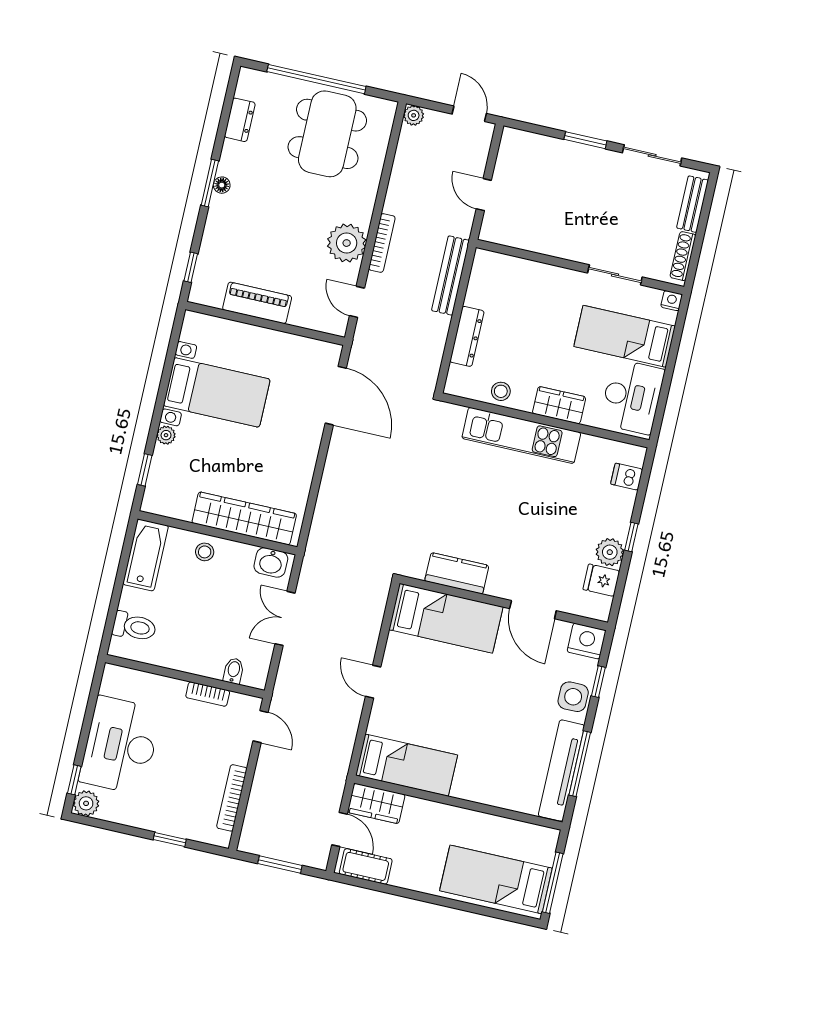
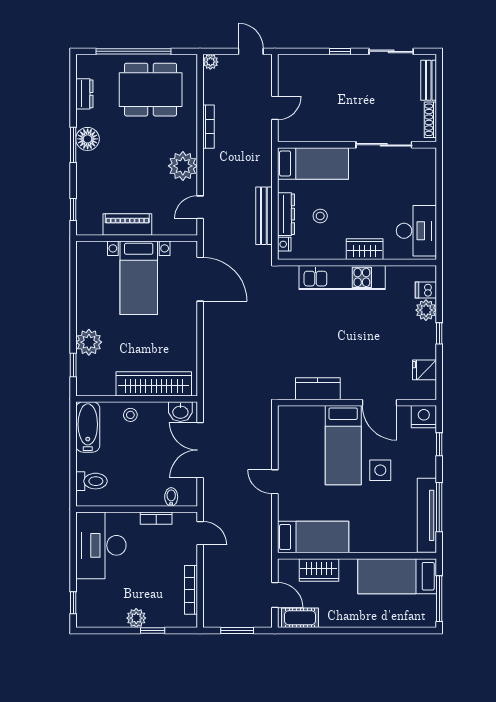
dining table: (327, 134) -> (151, 90), turned 90
window: (585, 140) -> (340, 51), width x0.67
floor lamp: (222, 185) -> (88, 139), width x1.89, depth x1.89
door: (484, 195) -> (275, 108), swing flipped
bookcase: (382, 243) -> (208, 127), moved
bench: (450, 275) -> (264, 216), moved
sliding door: (615, 275) -> (384, 145), width x1.37
nightstand: (672, 301) -> (284, 244), moved, turned -90
door: (357, 302) -> (200, 207), hinge flipped
bed: (625, 336) -> (313, 163), moved, turned 180
stool: (501, 391) -> (320, 216), moved
bed with nightstands: (217, 392) -> (139, 278), moved, turned 90
plant: (166, 435) -> (89, 342), width x1.87, depth x1.87
plant: (610, 552) -> (426, 310), moved
double door: (285, 618) -> (200, 450), width x1.37
bed: (446, 618) -> (343, 445), moved, turned 90
side table: (573, 697) -> (380, 470), moved
desk: (120, 745) -> (101, 545), moved
plant: (86, 803) -> (136, 618), moved
wardrobe: (376, 803) -> (319, 570), moved
bed: (496, 879) -> (397, 576), moved

